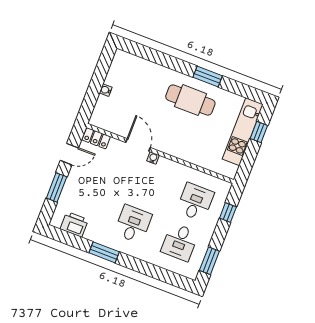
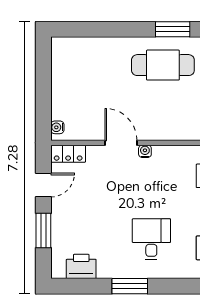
water cooler: (106, 90) -> (57, 127), moved

